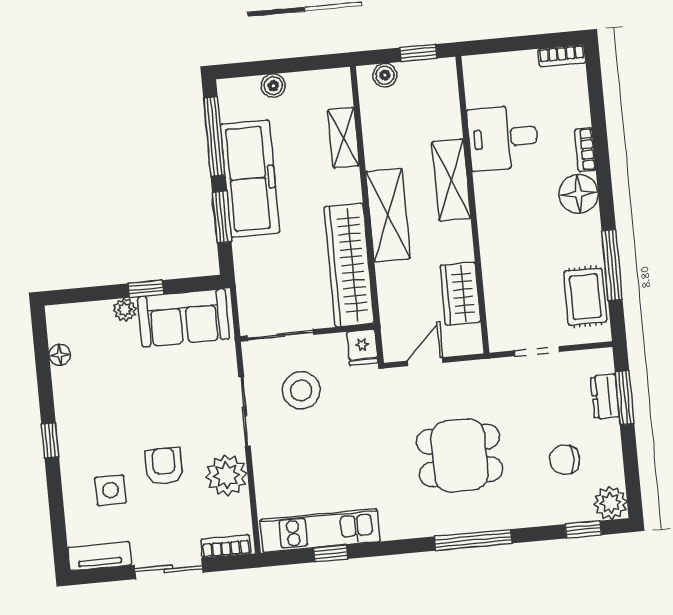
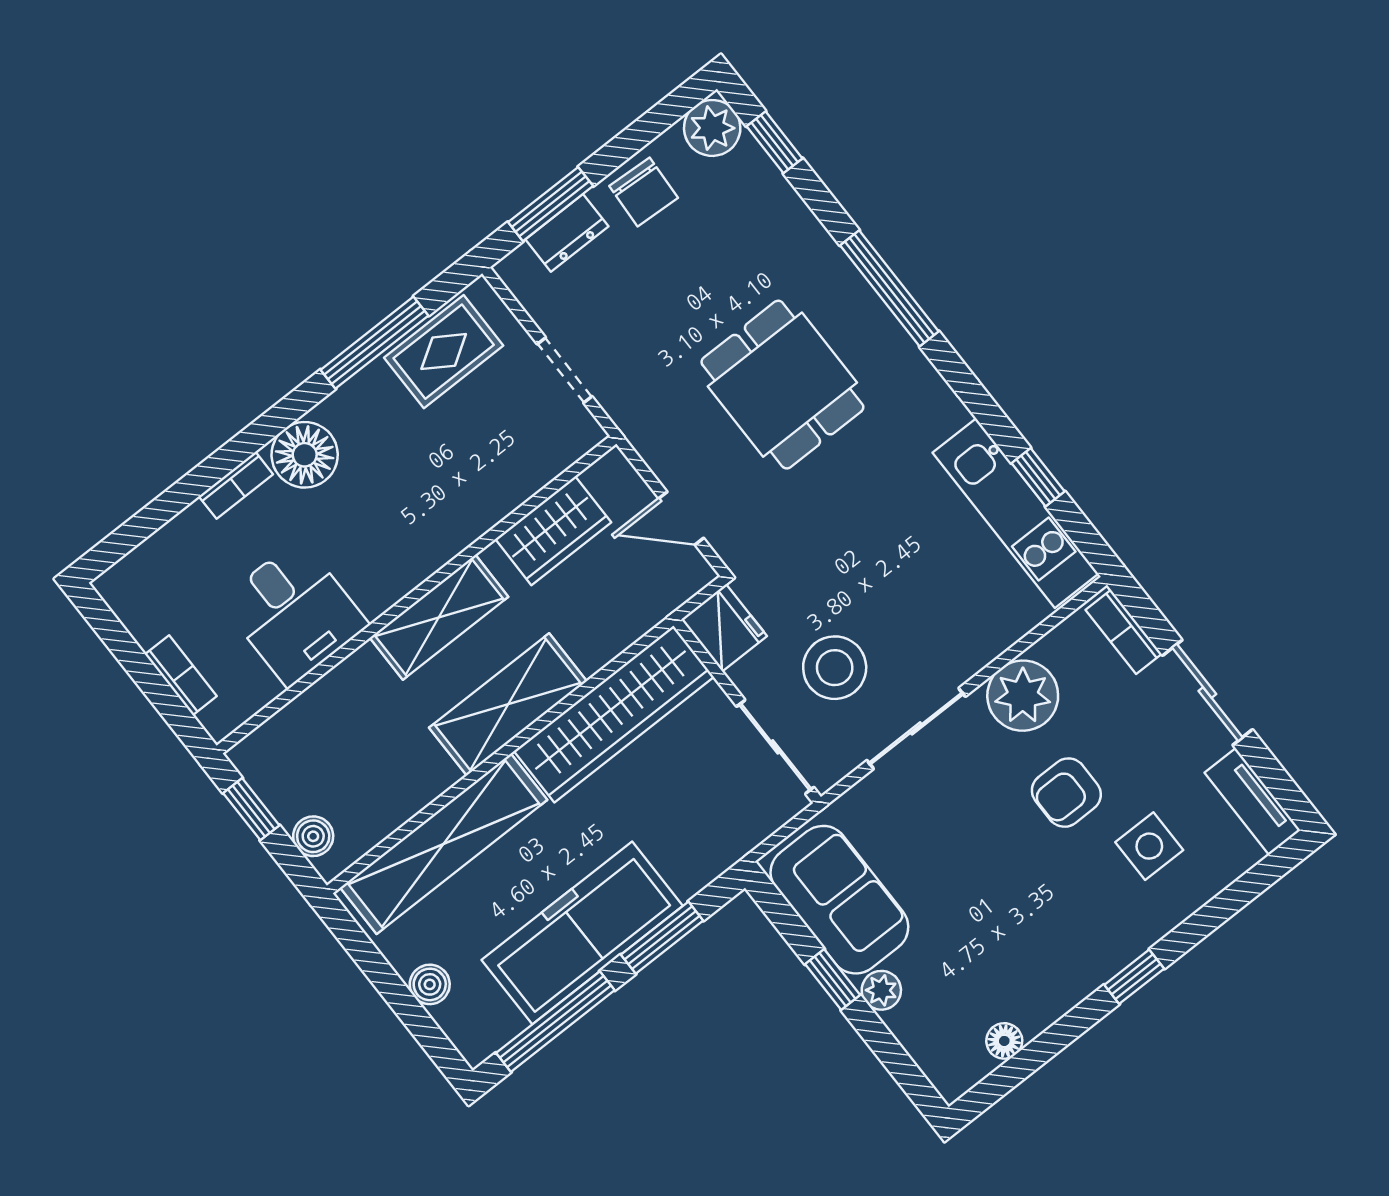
bookcase: (562, 56) -> (181, 675), moved
shelving: (343, 138) -> (444, 844), width x2.20, depth x1.33
shelving: (451, 180) -> (439, 617), moved
fridge: (362, 347) -> (724, 628), width x1.38
chair: (565, 460) -> (644, 192), moved

